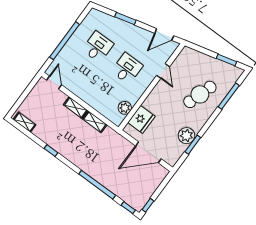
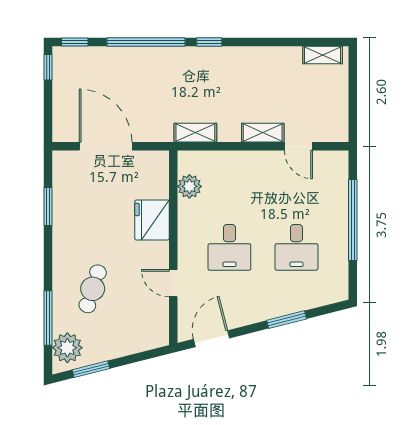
door: (54, 82) -> (298, 146), moved
cafe table: (200, 94) -> (93, 289), width x0.73, depth x0.74
fridge: (141, 119) -> (152, 220), moved
shelving: (95, 122) -> (195, 133), moved
plant: (186, 136) -> (67, 348), moved
window: (51, 151) -> (209, 42), moved
door: (148, 152) -> (106, 146), hinge flipped

